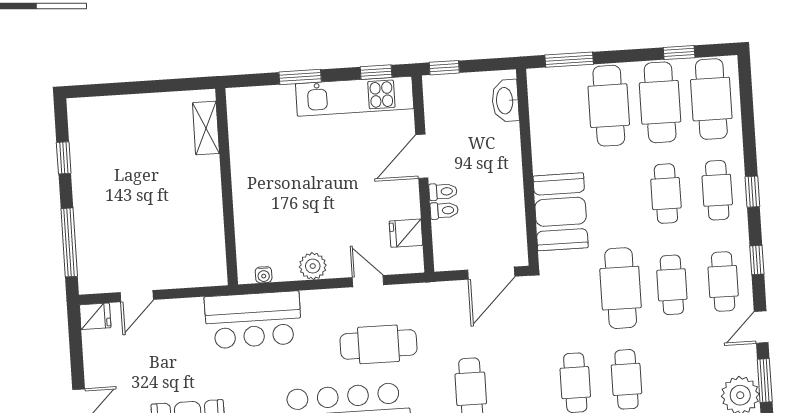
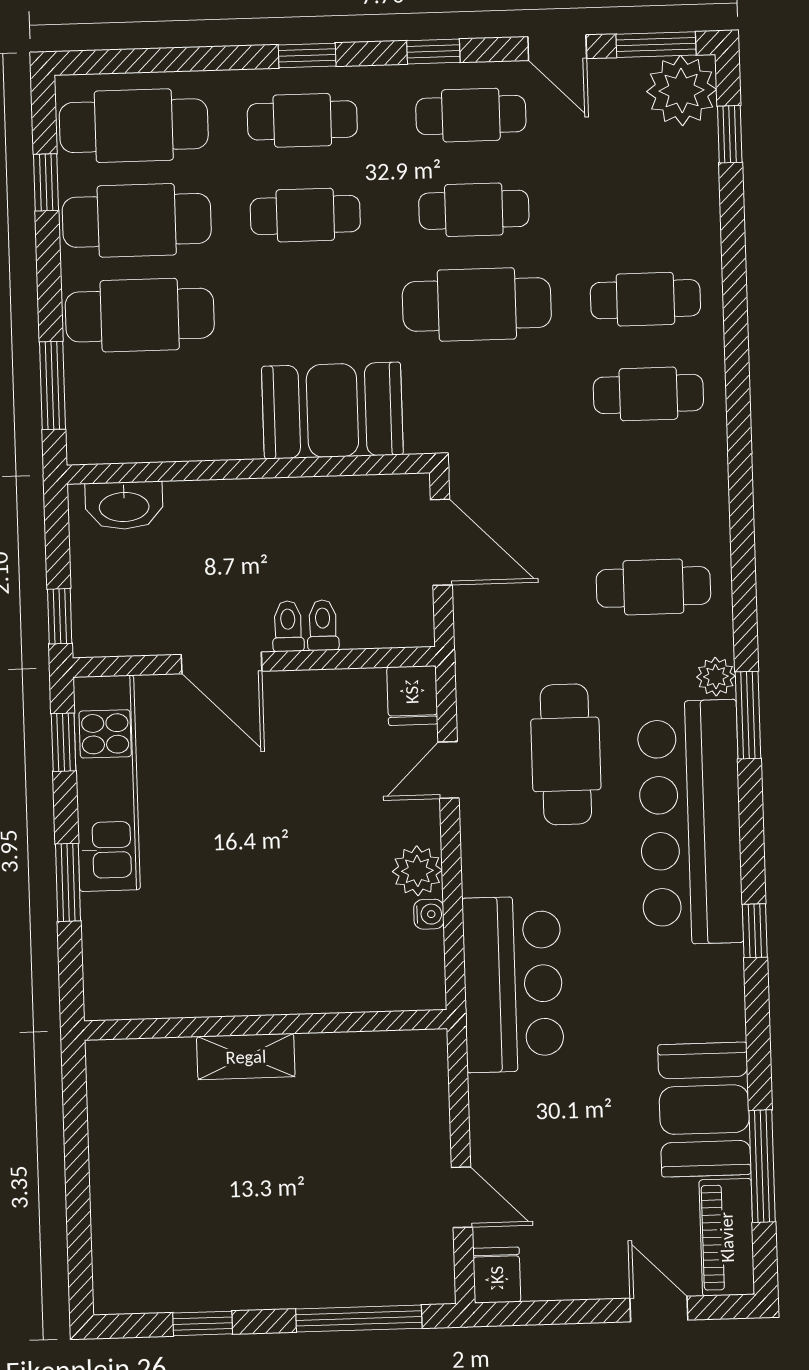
shelving: (206, 128) -> (246, 1057), moved
fridge: (406, 233) -> (412, 695), moved
water cooler: (264, 275) -> (429, 914), moved

